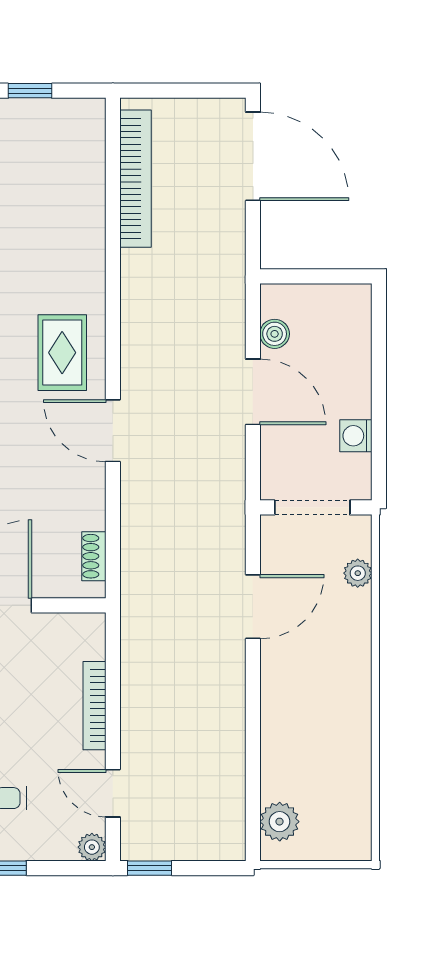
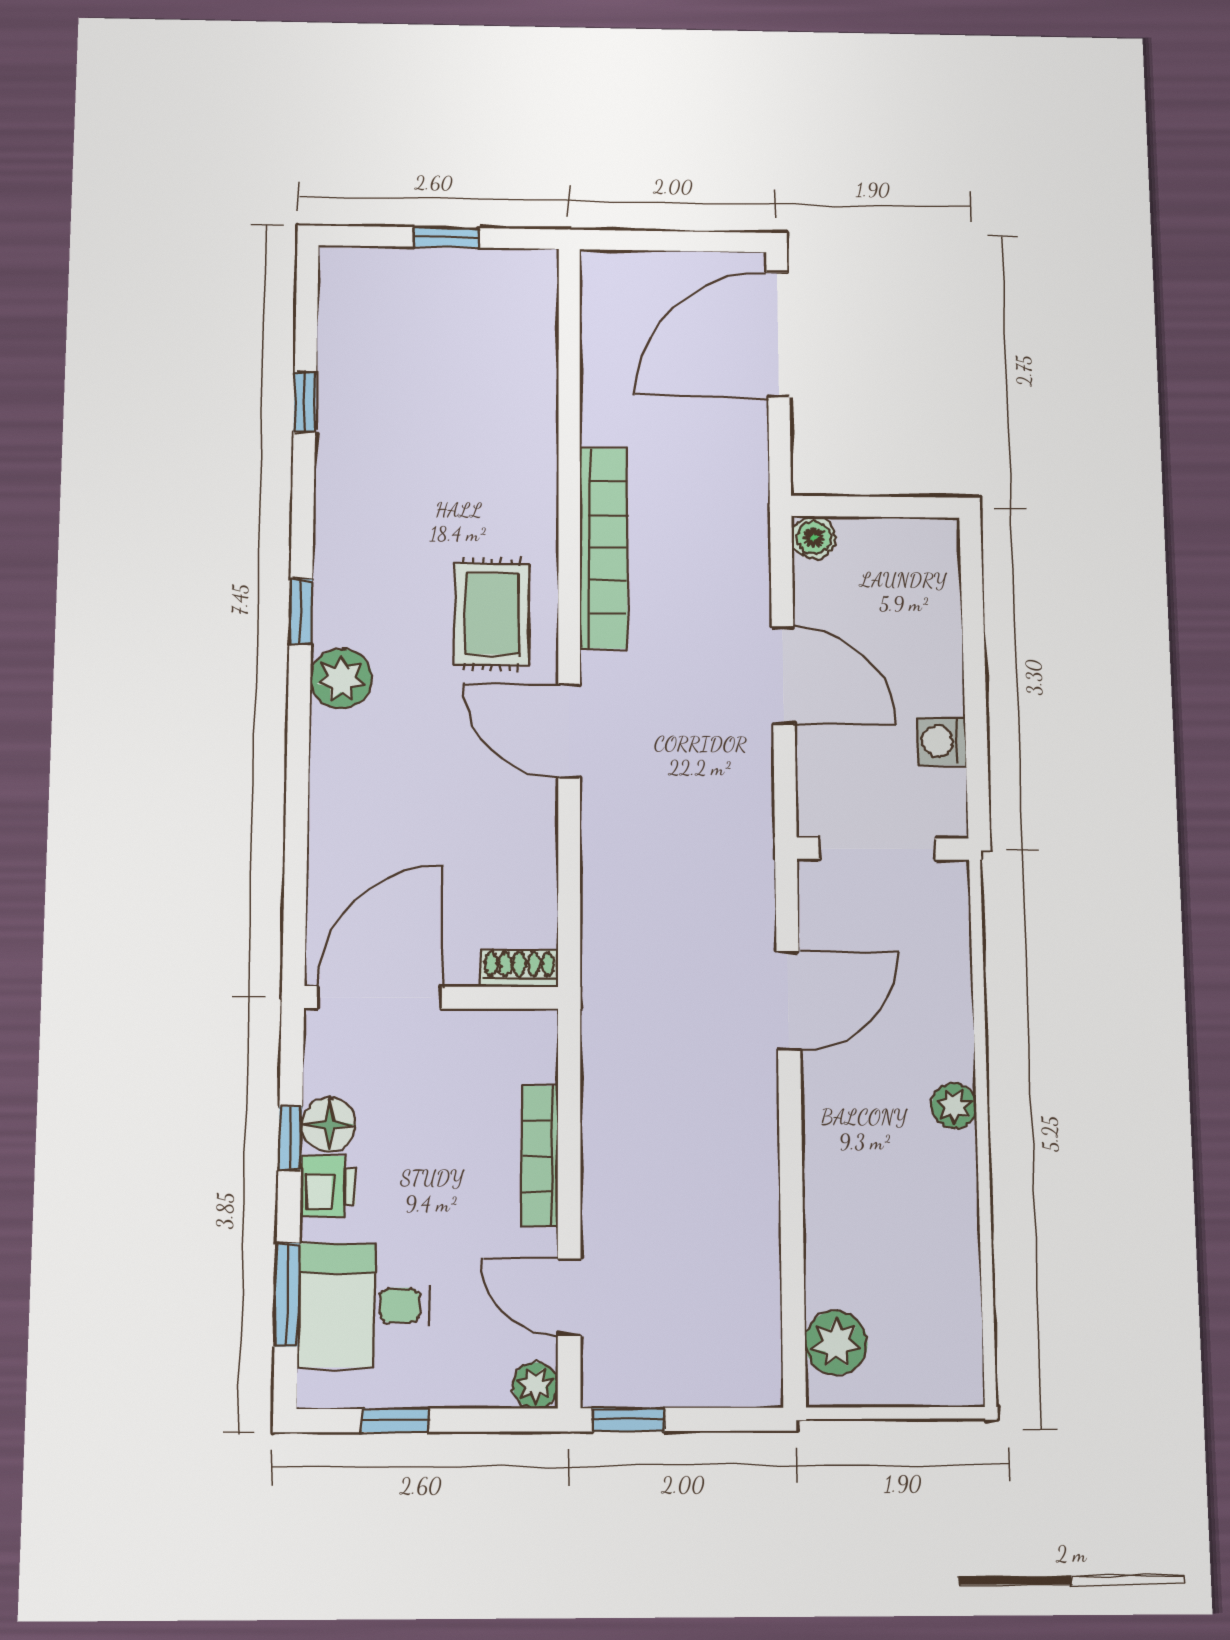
door: (253, 156) -> (778, 334), swing flipped
bookcase: (135, 179) -> (604, 548), moved
boiler: (275, 334) -> (814, 537), moved
shoe rack: (94, 556) -> (520, 968), moved, turned 90
plant: (358, 573) -> (954, 1106), moved

